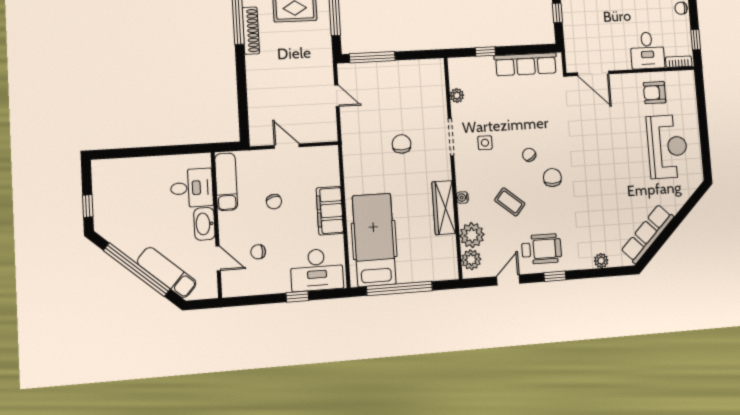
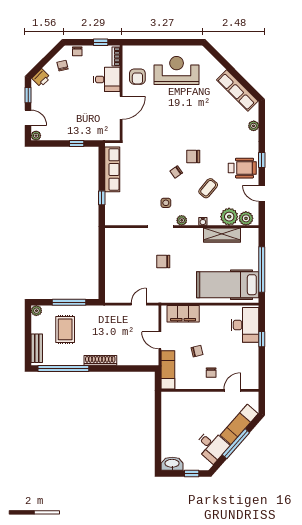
shoe rack: (251, 31) -> (100, 360), moved
window: (372, 57) -> (102, 278), removed
door: (593, 73) -> (121, 108), moved
door: (337, 96) -> (139, 304), moved
plant: (457, 96) -> (182, 220), moved
door: (287, 146) -> (160, 340), hinge flipped
exam couch: (226, 182) -> (168, 370), moved, turned 90
desk: (192, 188) -> (212, 446), moved, turned 131
wardrobe: (444, 208) -> (222, 235), moved
filing cabinet: (330, 211) -> (183, 314), moved
washbasin: (204, 224) -> (172, 464), moved, turned 180
wheelchair: (542, 249) -> (242, 168), turned 90
chair: (258, 252) -> (211, 373), moved
window: (137, 270) -> (236, 444), width x0.68

